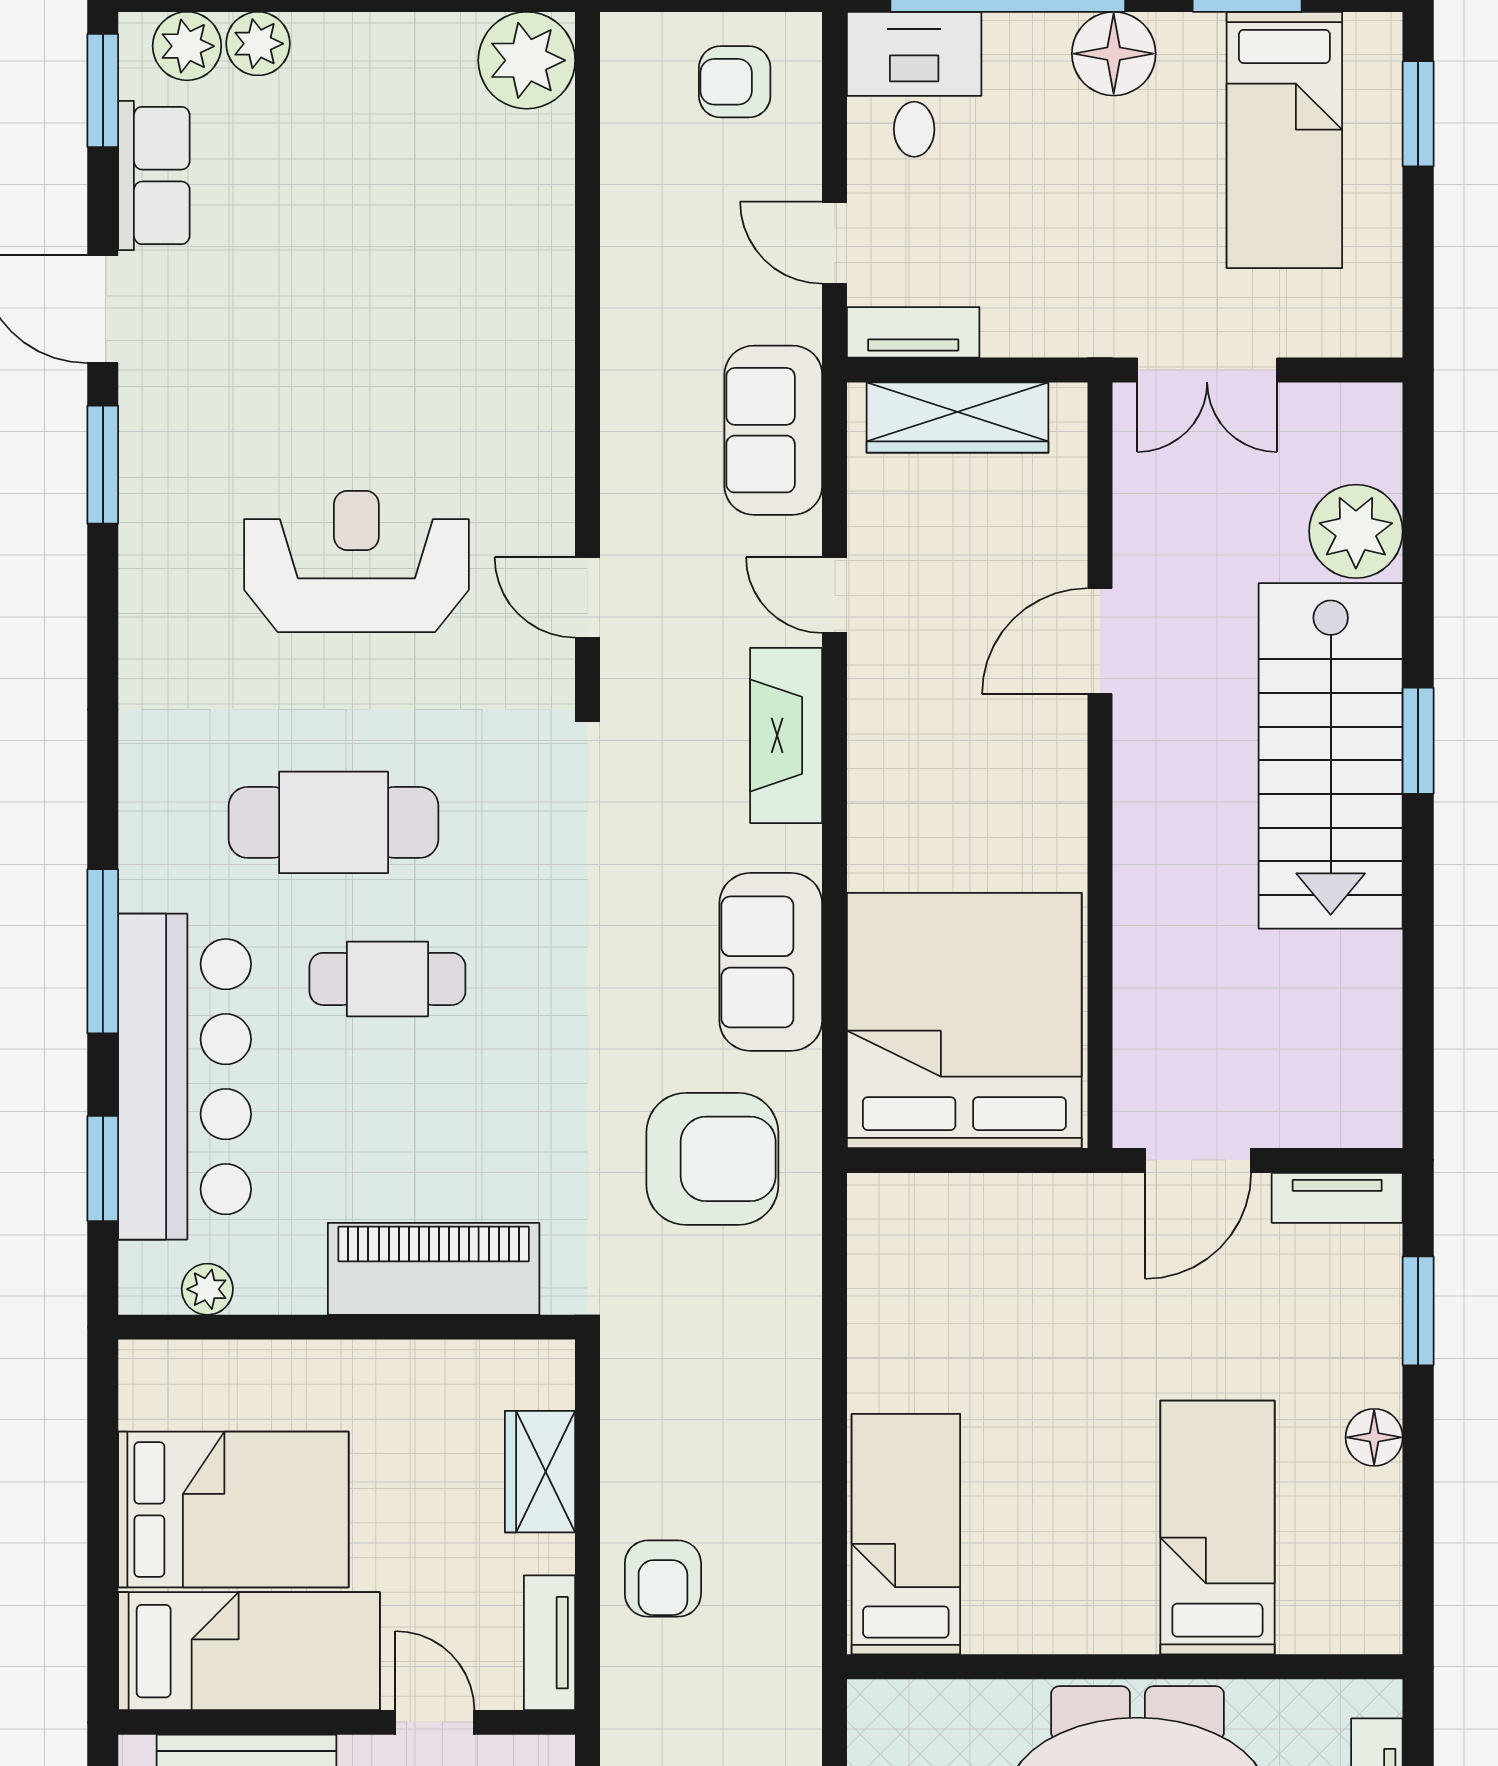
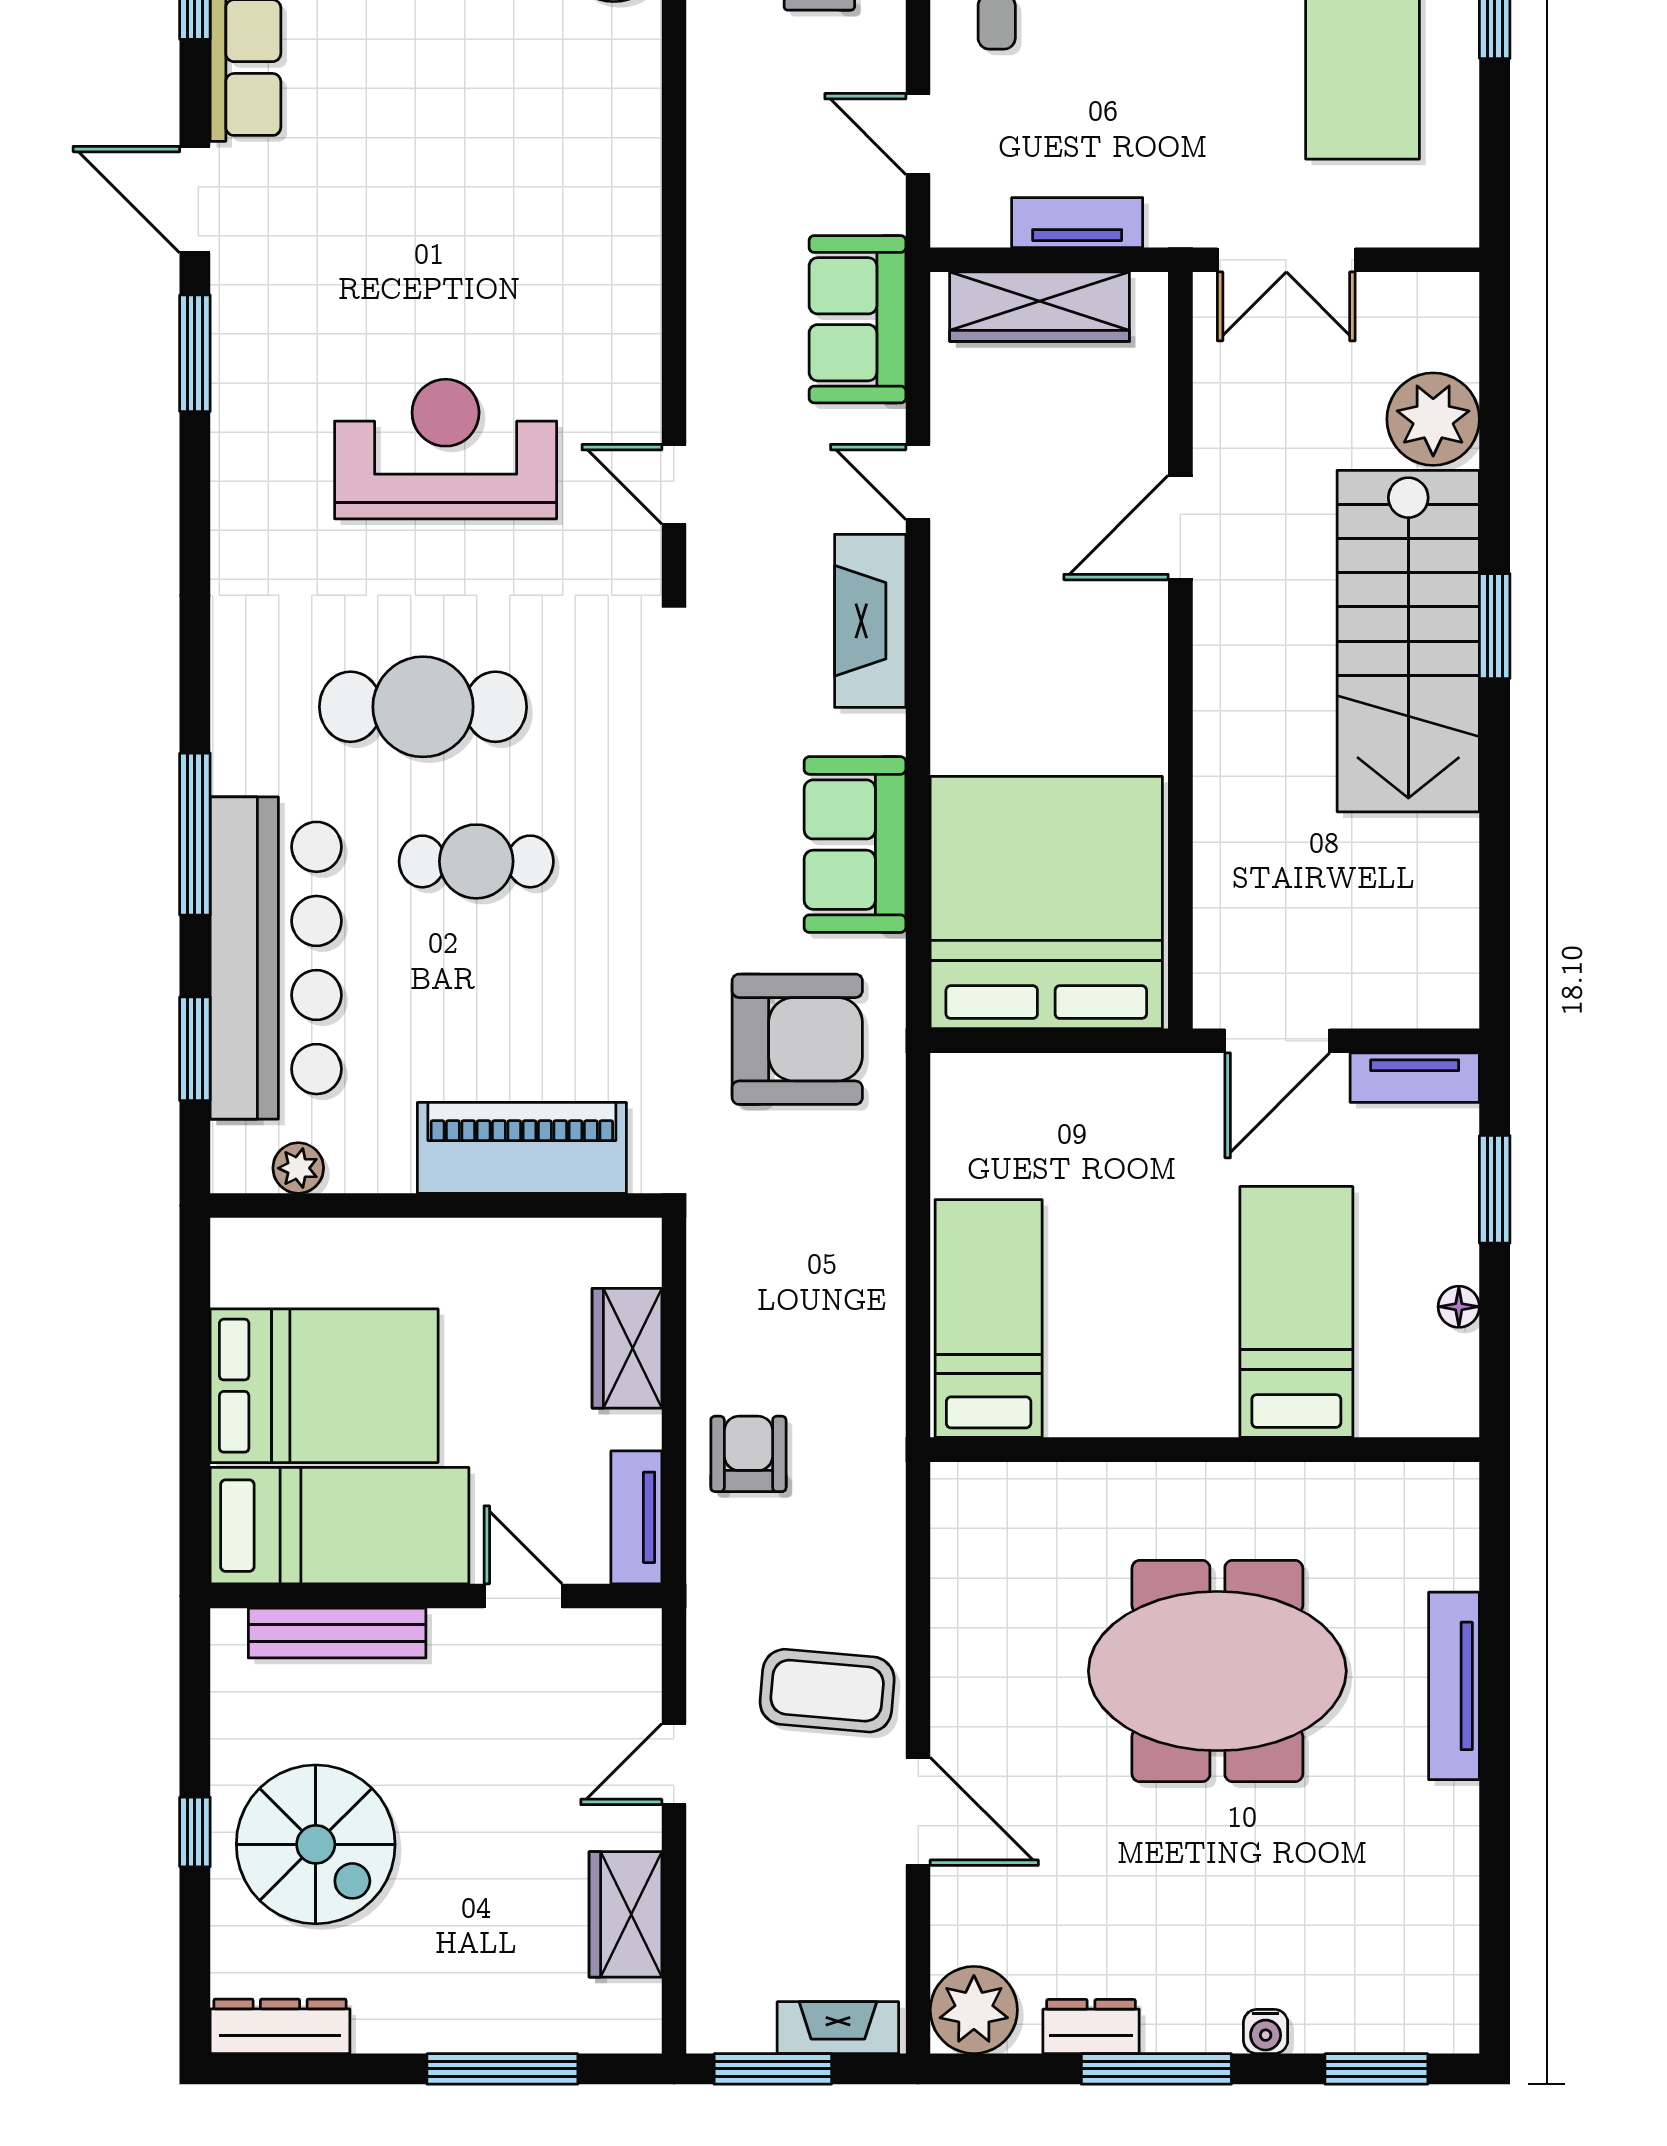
tv unit: (913, 332) -> (1077, 223), moved
floor lamp: (1374, 1437) -> (1459, 1307), width x0.73, depth x0.73
bed: (1217, 1527) -> (1296, 1312), moved
bed: (906, 1534) -> (989, 1318), moved
armchair: (663, 1579) -> (748, 1454), turned 180
wall: (1125, 1667) -> (1205, 1450), moved

